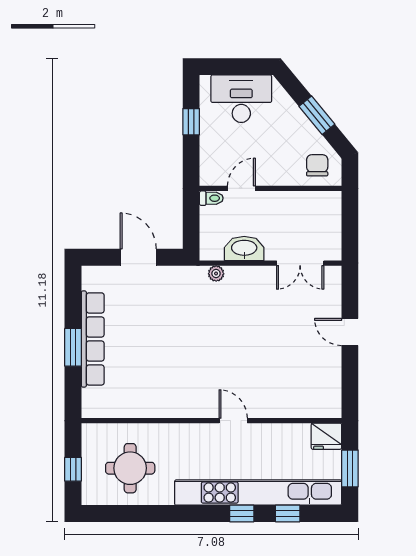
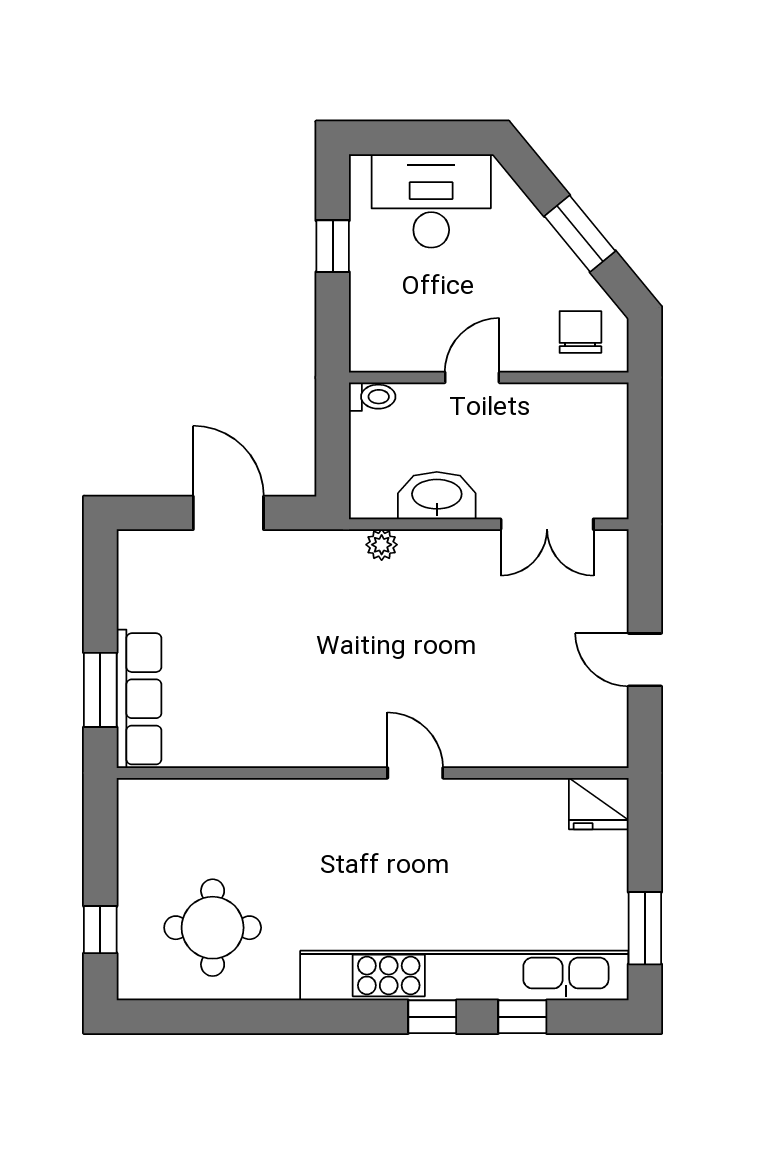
door: (241, 188) -> (472, 377), moved
row of seats: (93, 339) -> (139, 699), width x0.73
wall: (211, 421) -> (373, 773), moved
door: (233, 421) -> (415, 773), moved
fridge: (326, 436) -> (599, 804), moved

